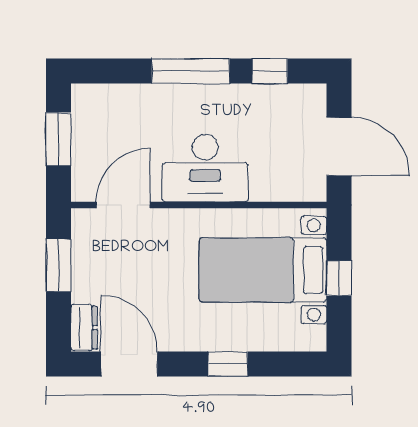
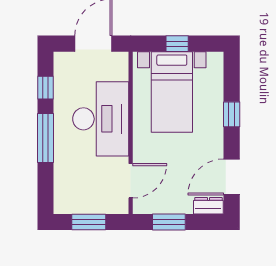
desk: (205, 168) -> (101, 119), width x1.36, depth x1.30
door: (123, 205) -> (131, 181), swing flipped

